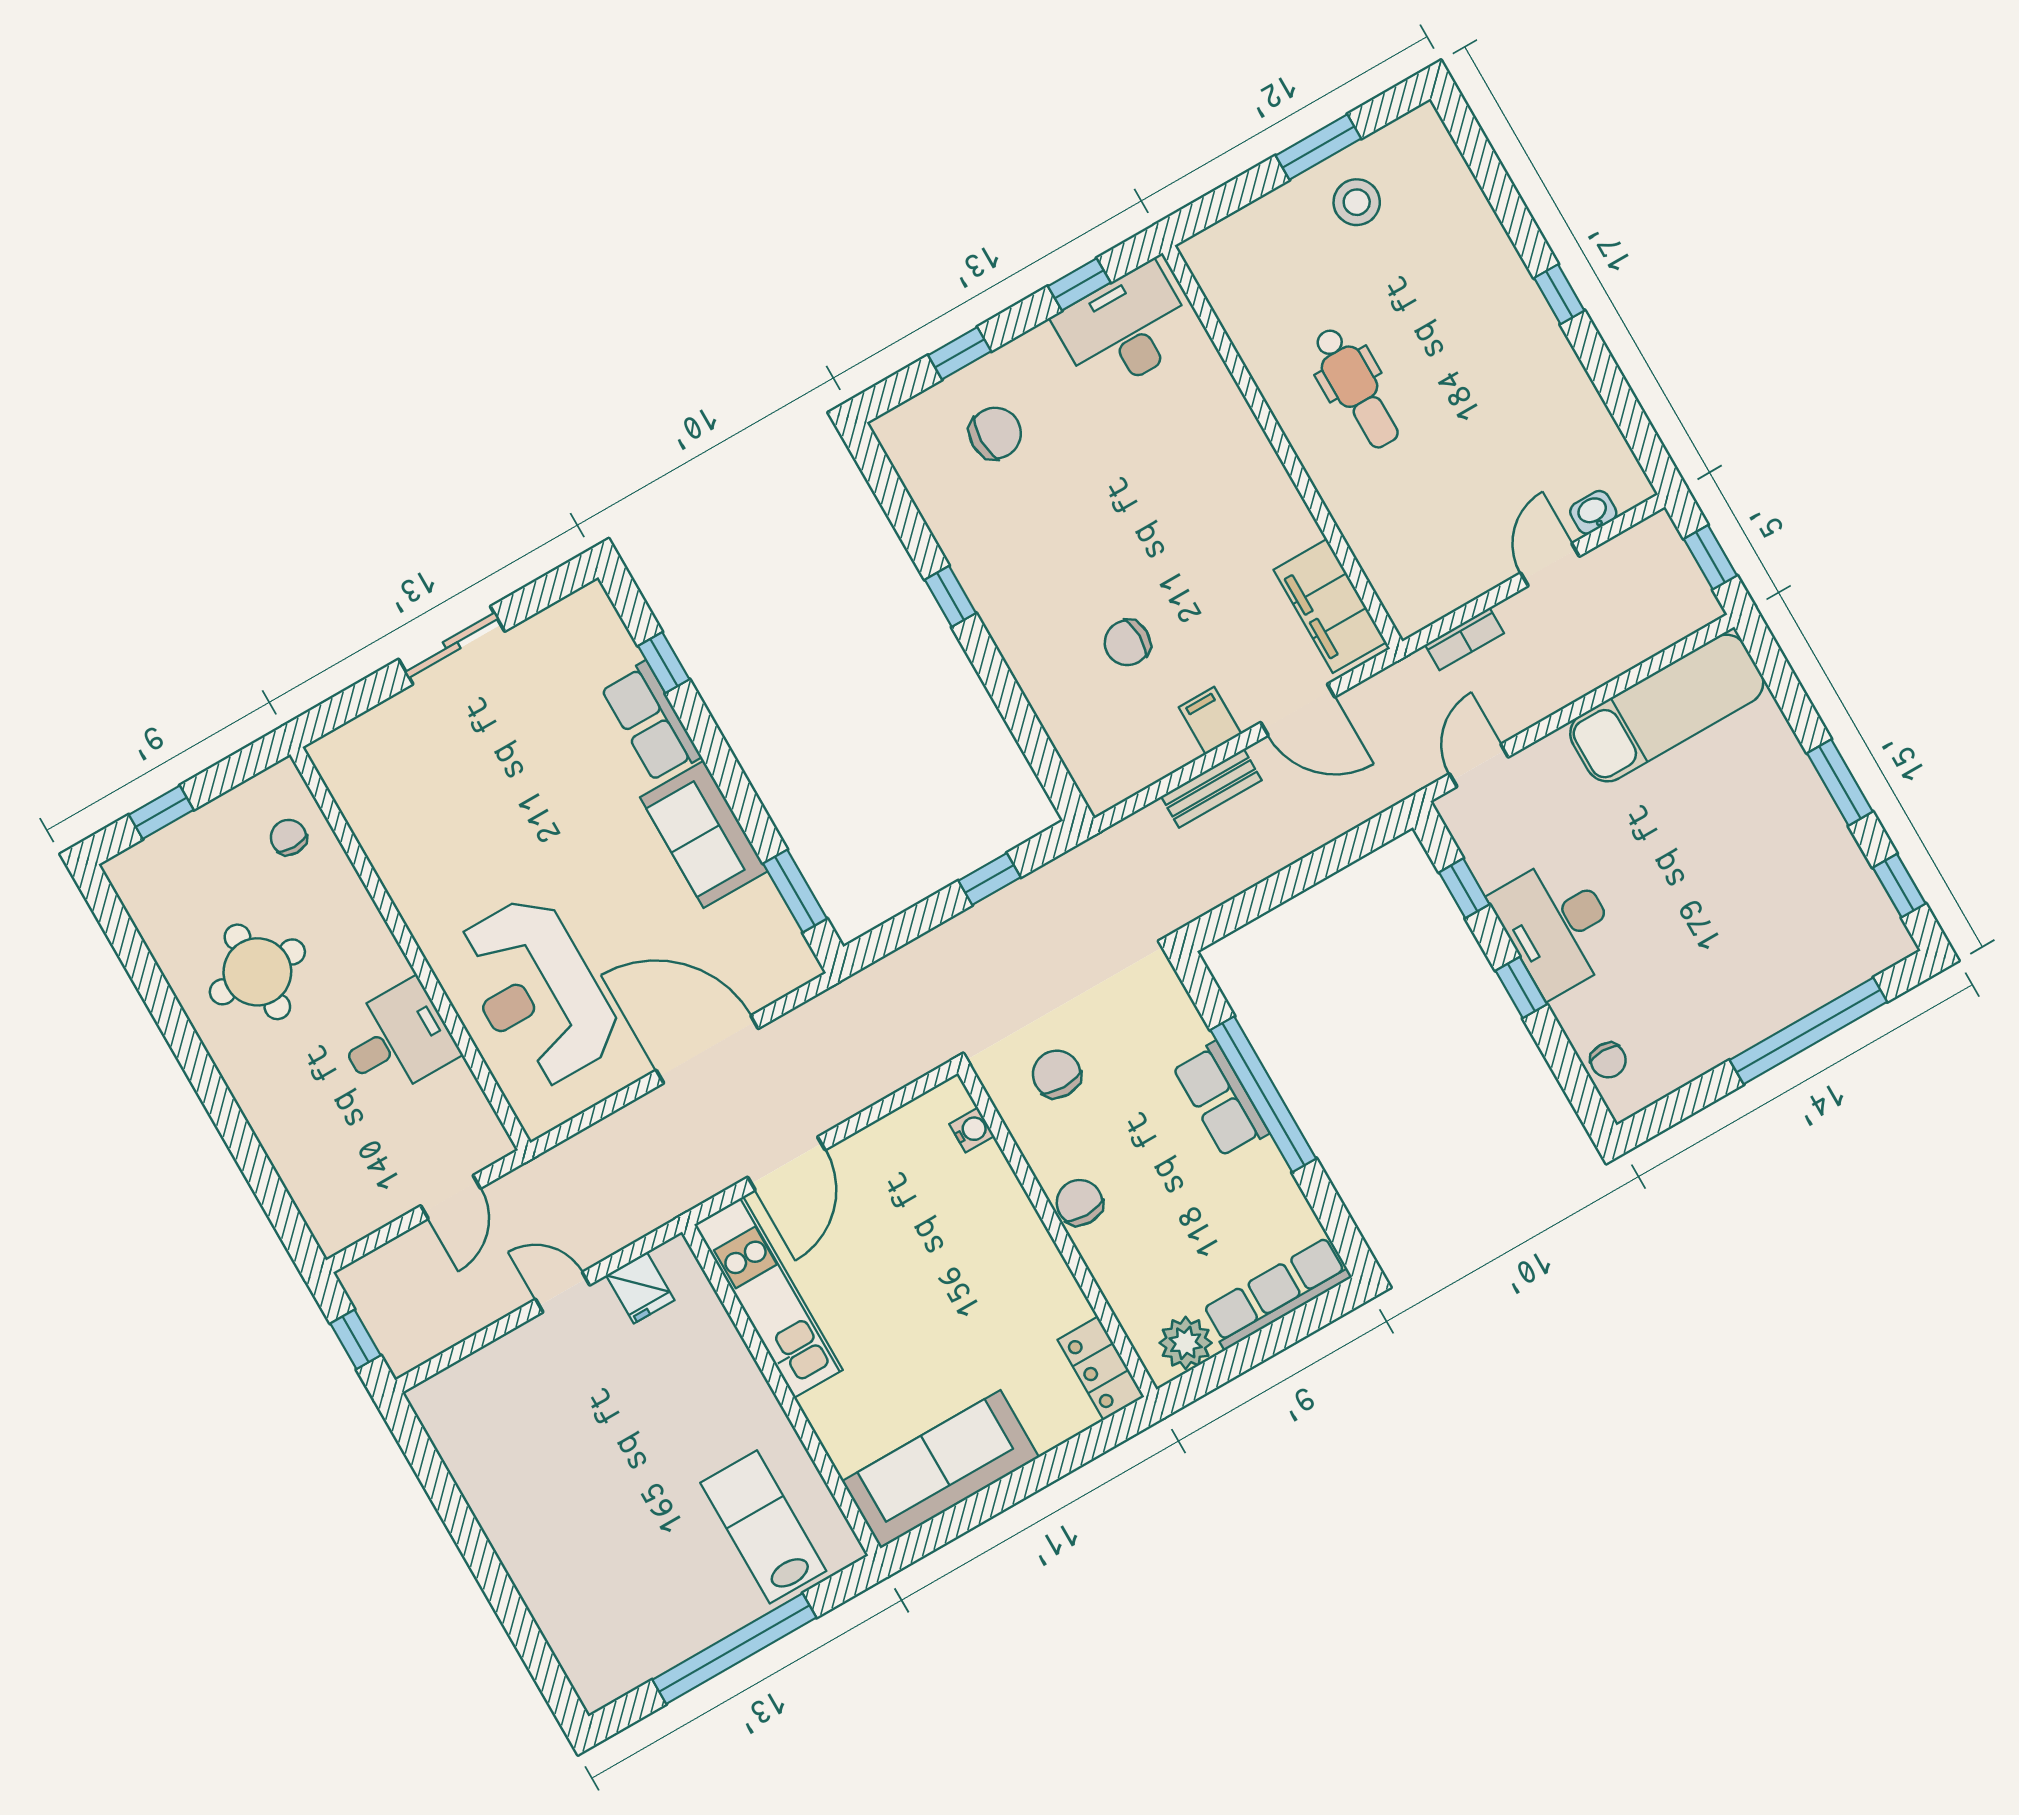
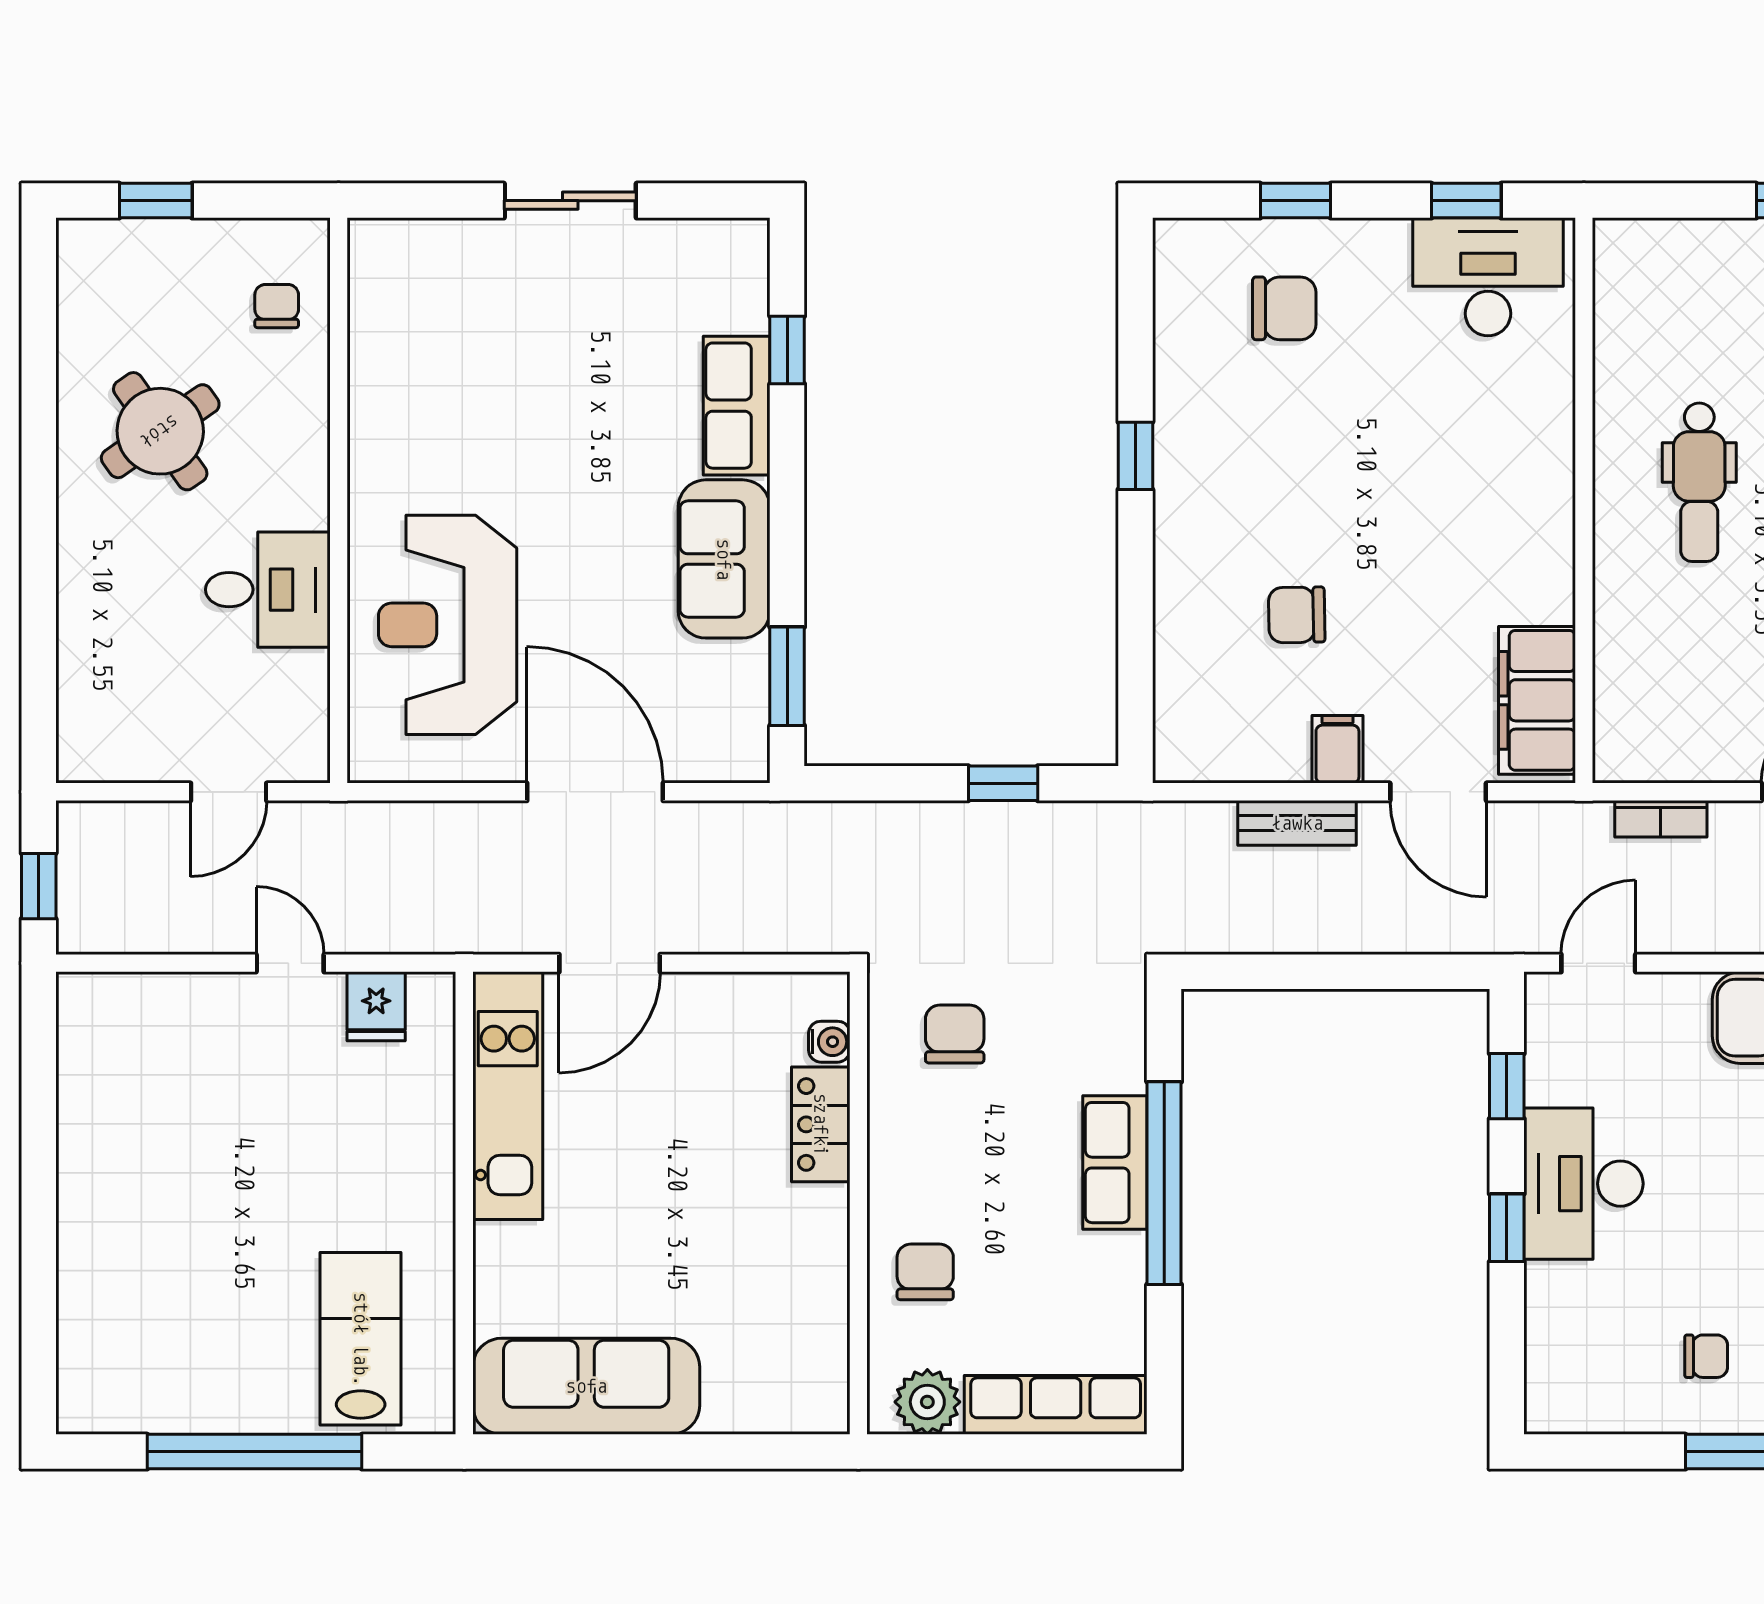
round table: (257, 972) -> (160, 431), turned -35
chair: (1608, 1060) -> (1706, 1356), moved, turned -90
chair: (1080, 1203) -> (925, 1272), moved
locker: (1101, 1368) -> (821, 1124), moved

